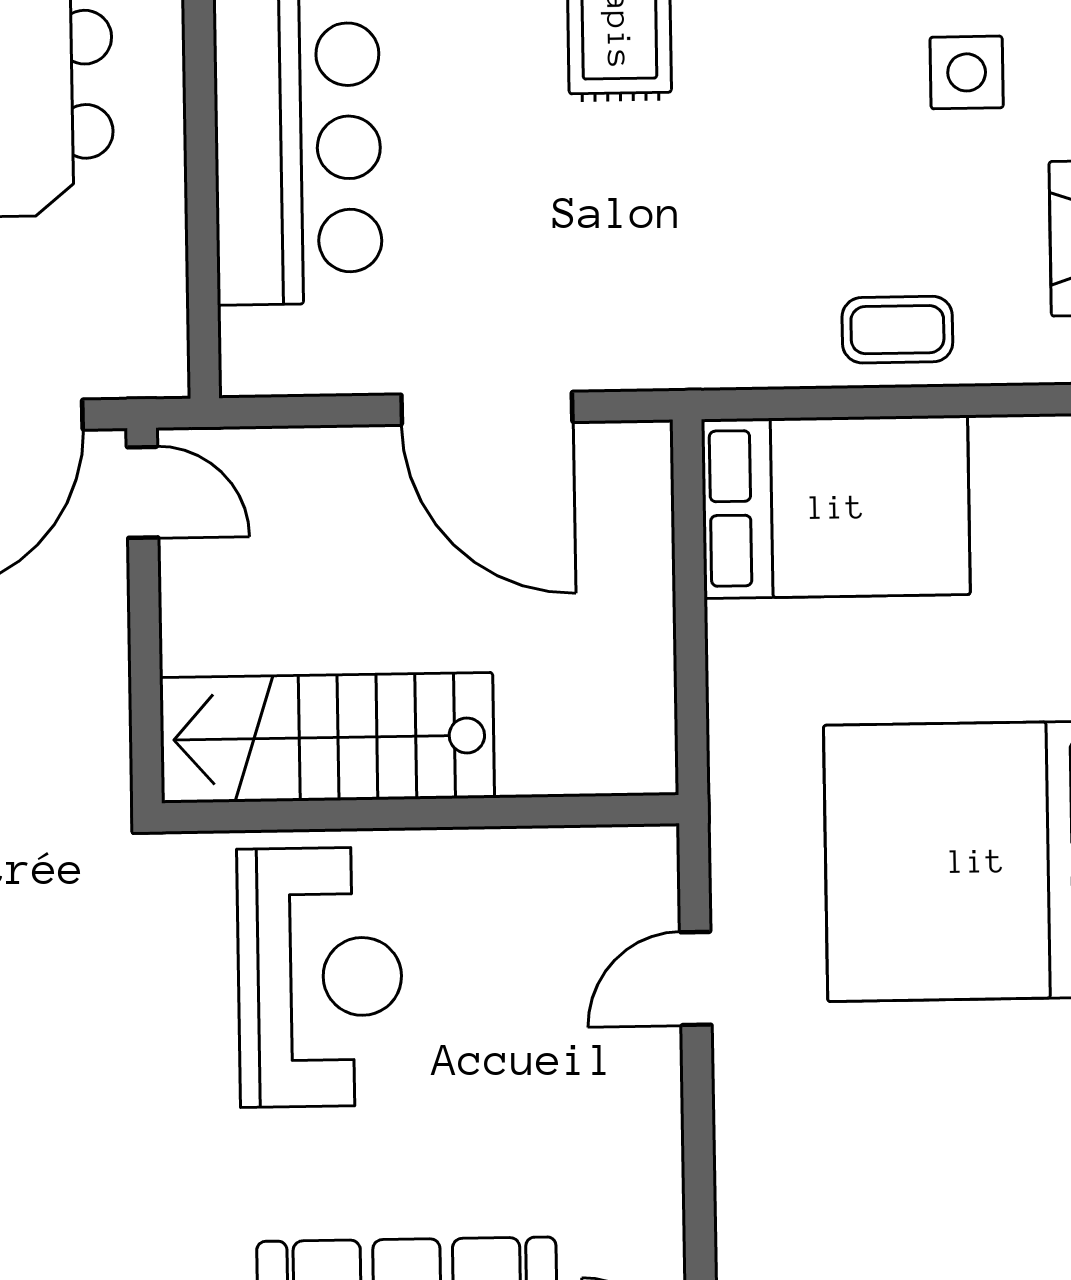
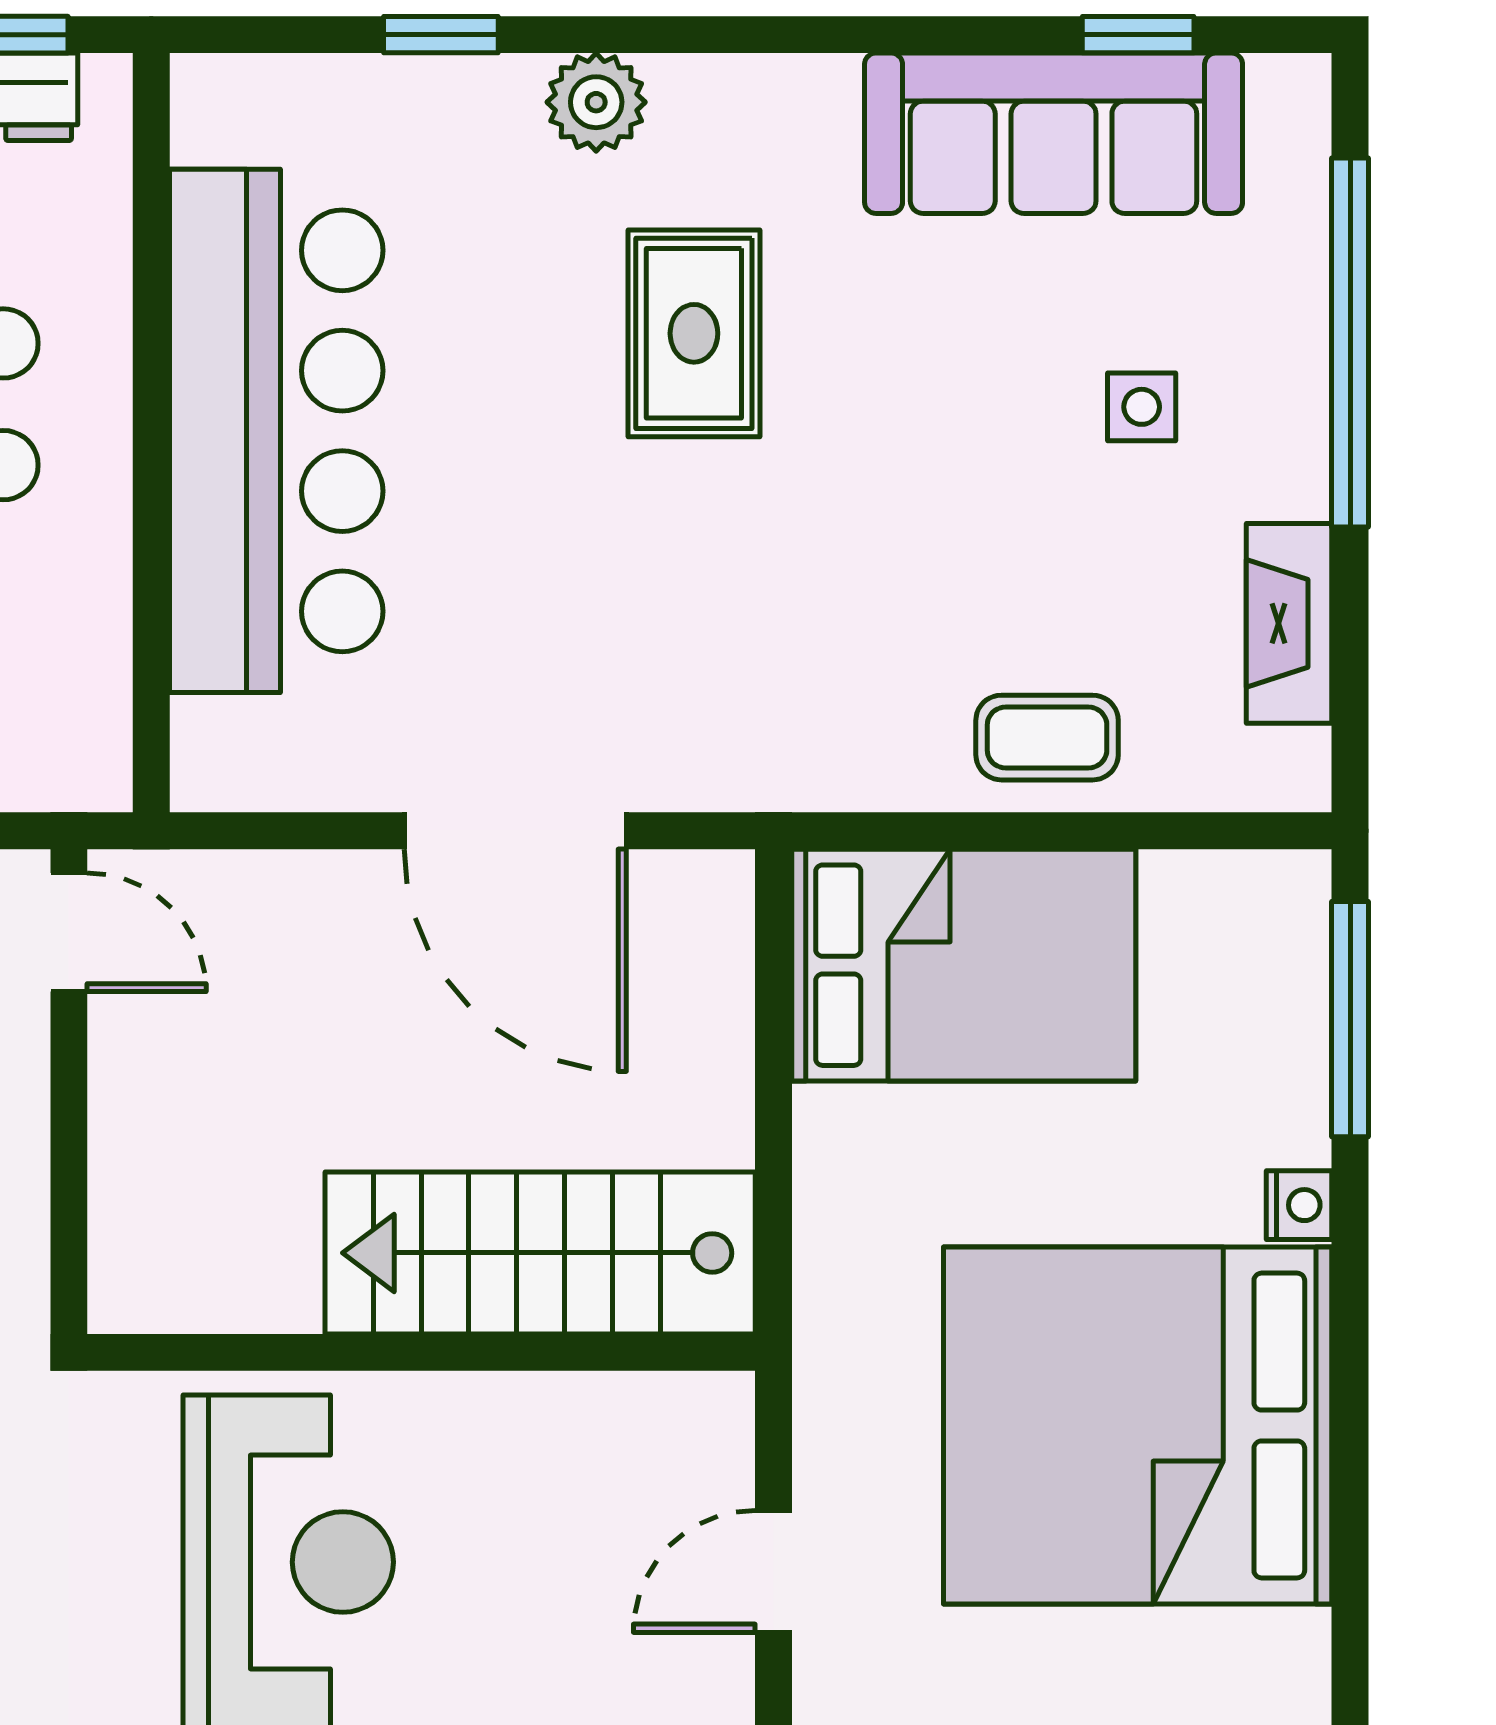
side table: (967, 72) -> (1142, 407), width x0.73, depth x0.73
stairs: (327, 738) -> (540, 1253), moved

